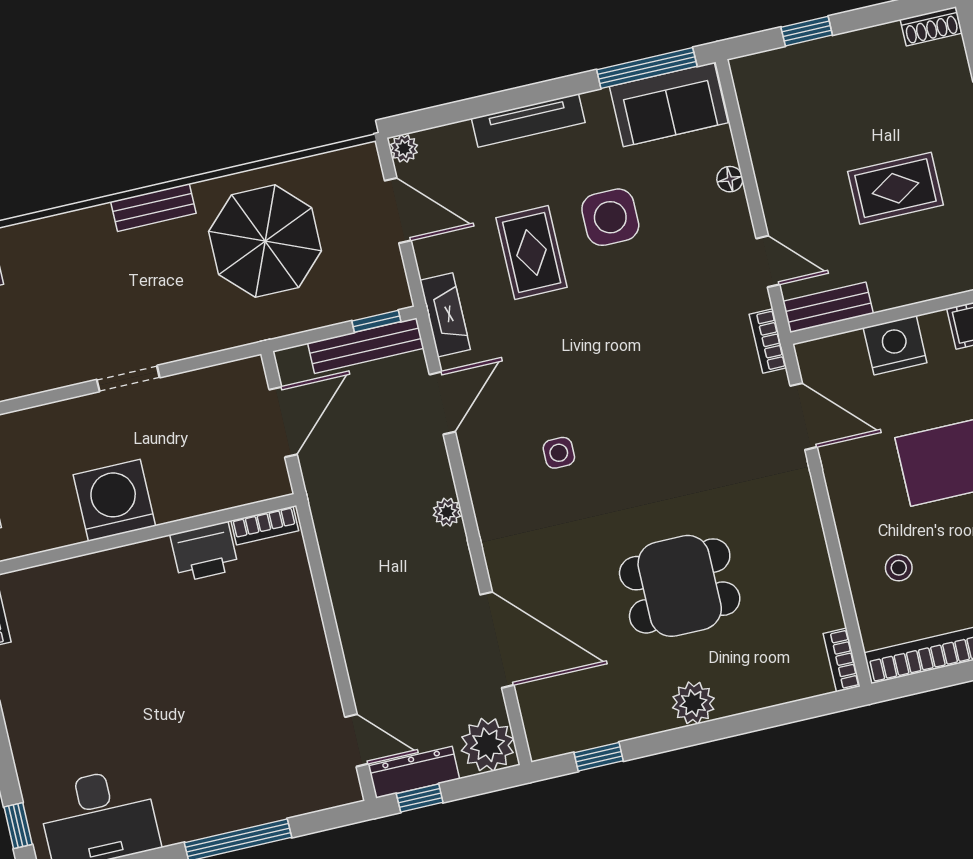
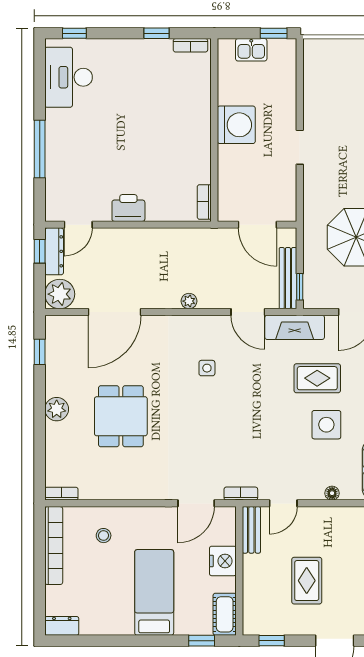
fireplace: (445, 315) -> (295, 327), width x1.37, depth x1.32
printer: (204, 552) -> (128, 208), moved, turned 90

